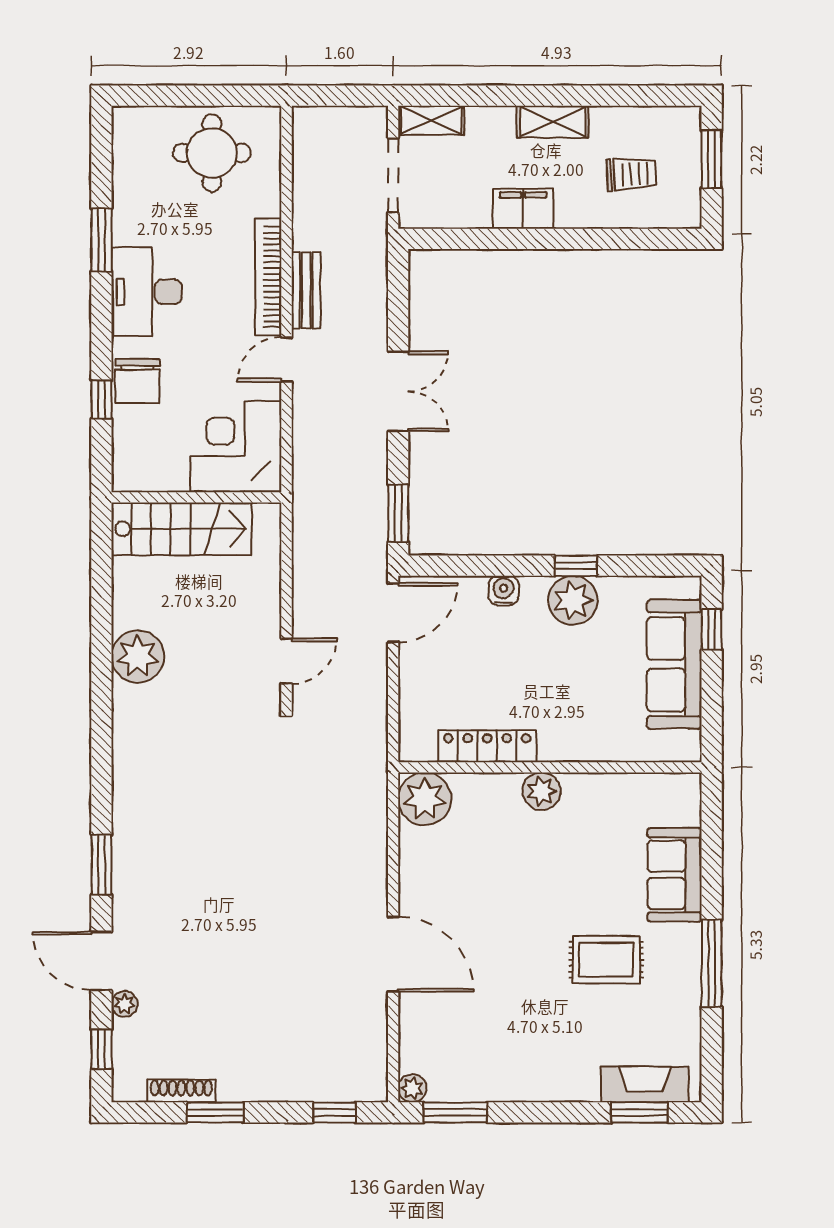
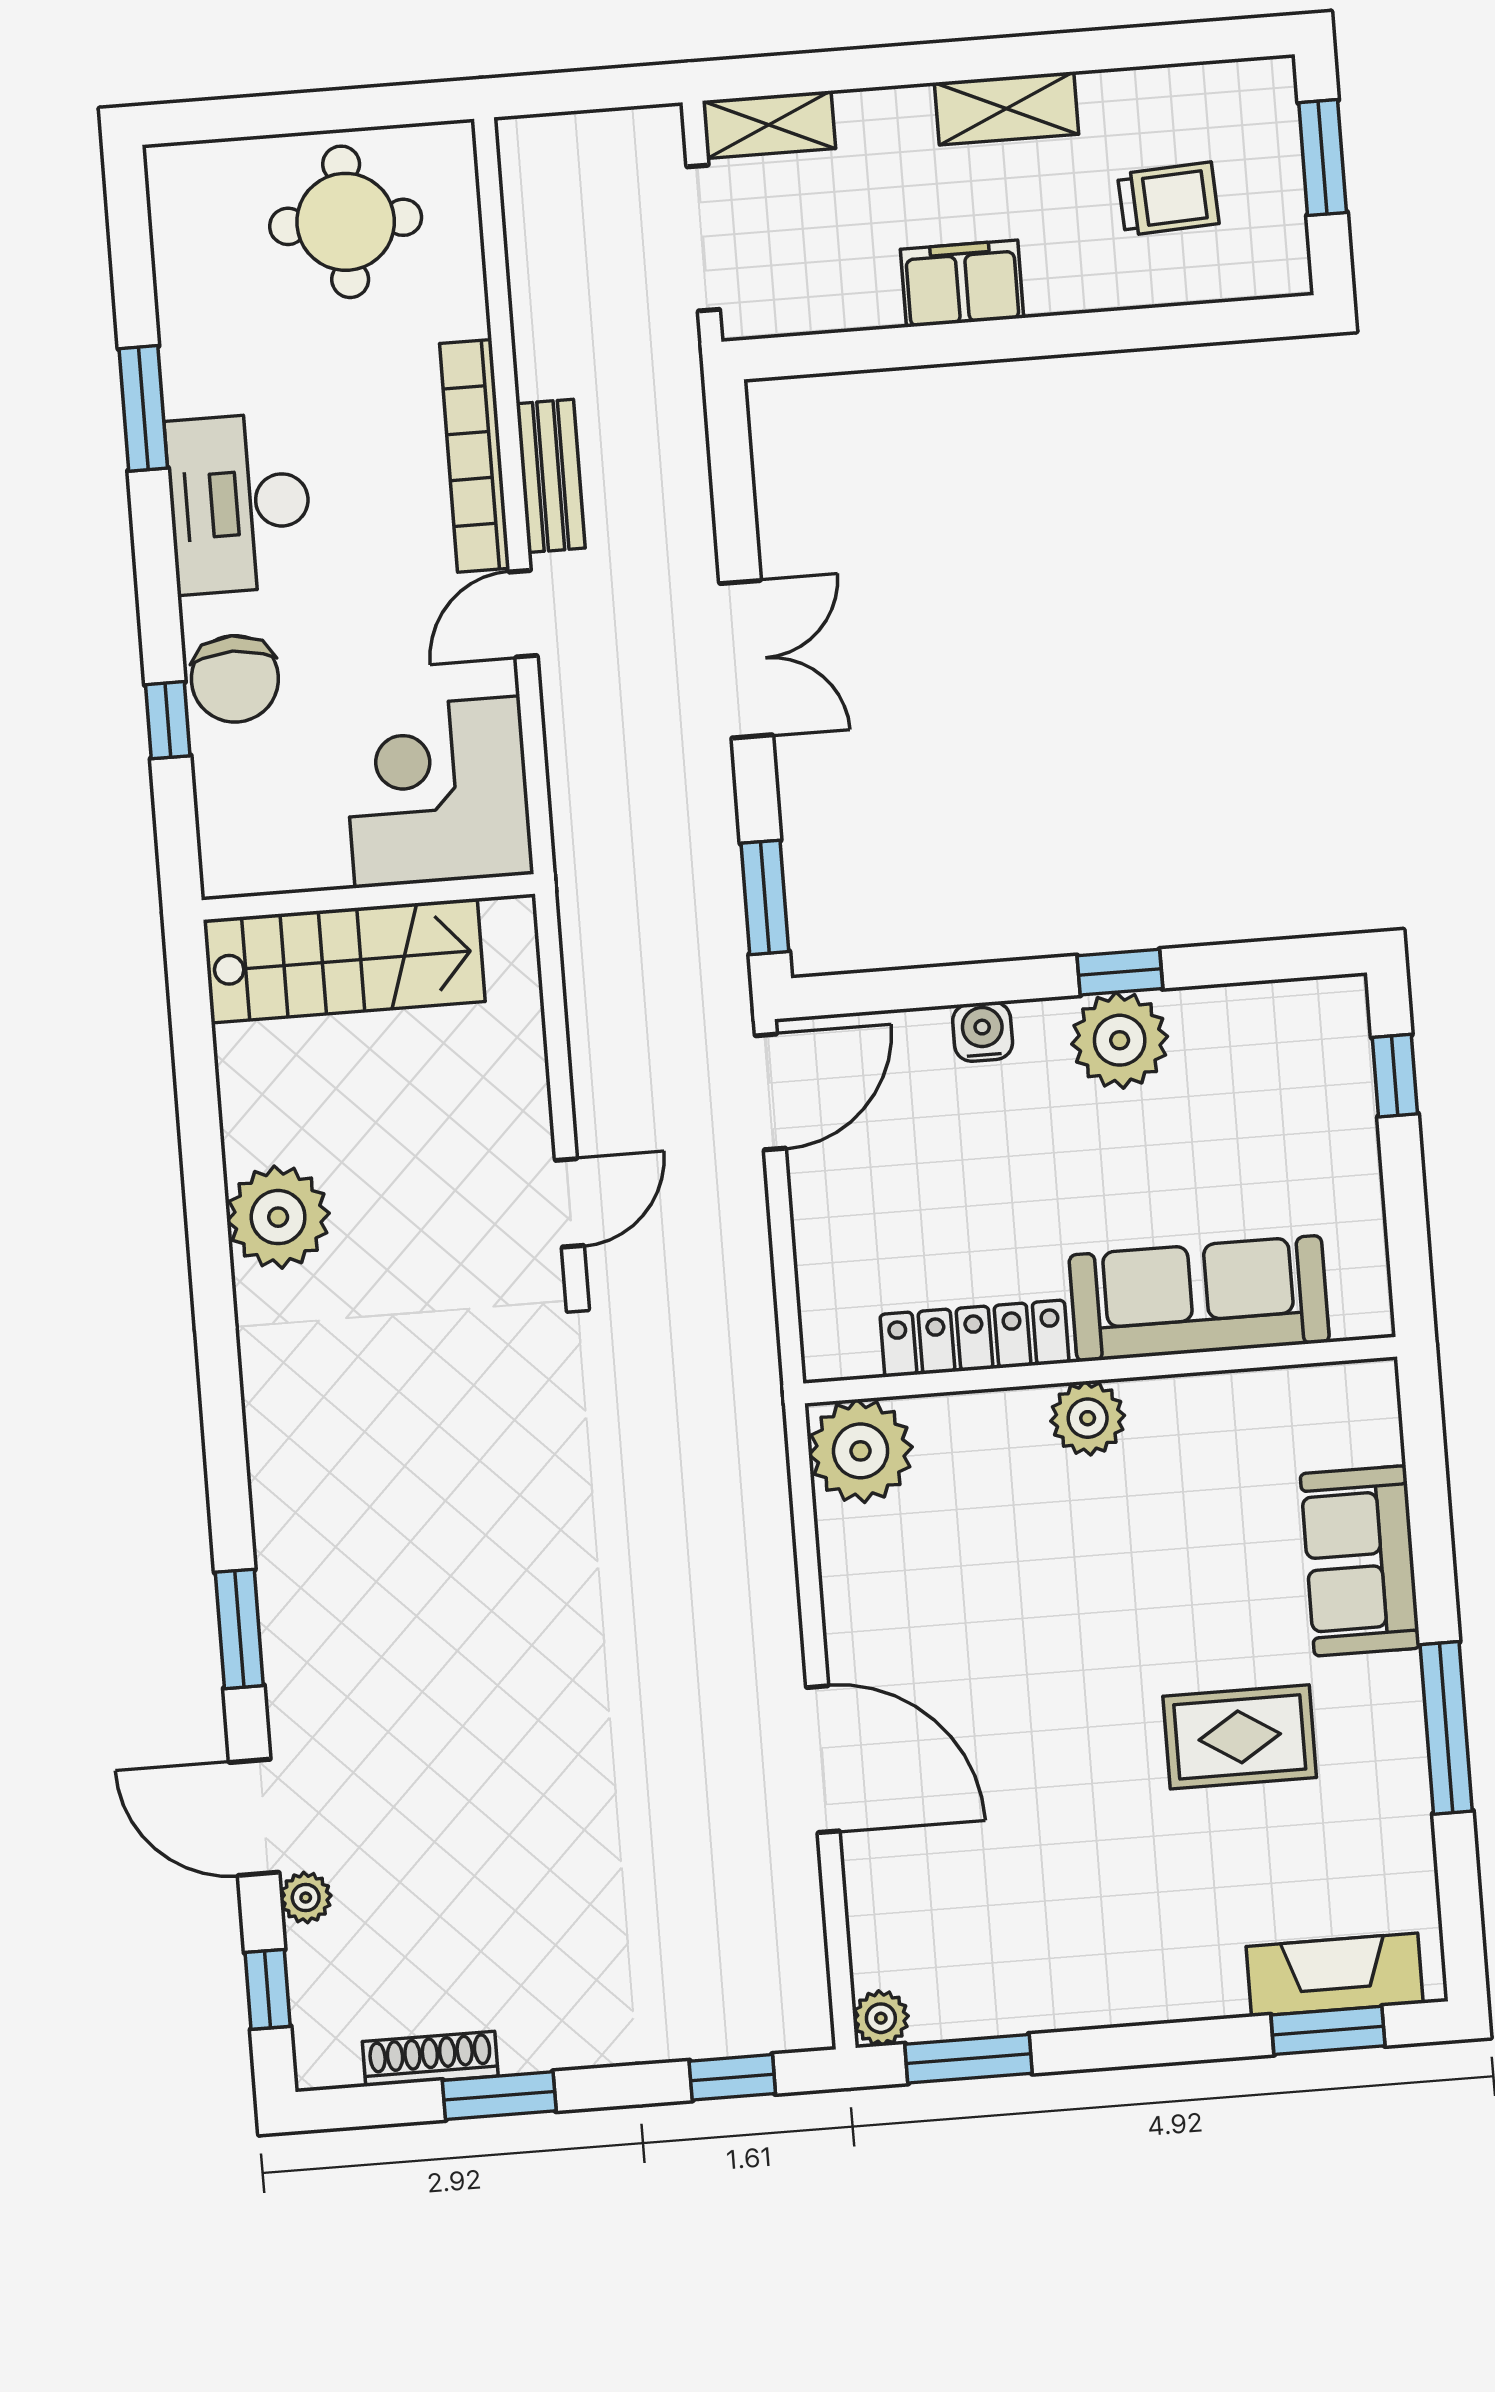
sofa: (674, 664) -> (1199, 1299), moved, turned 90

